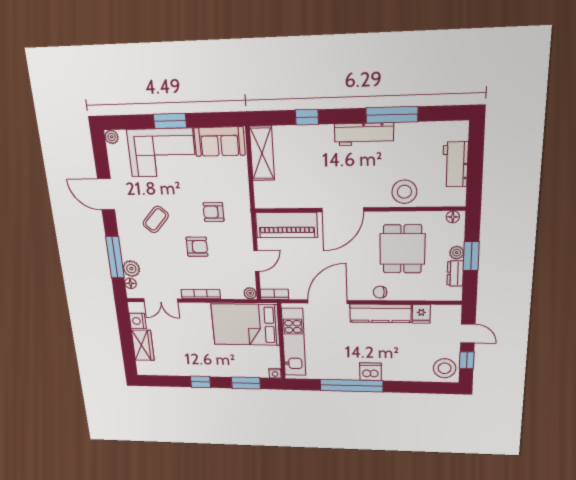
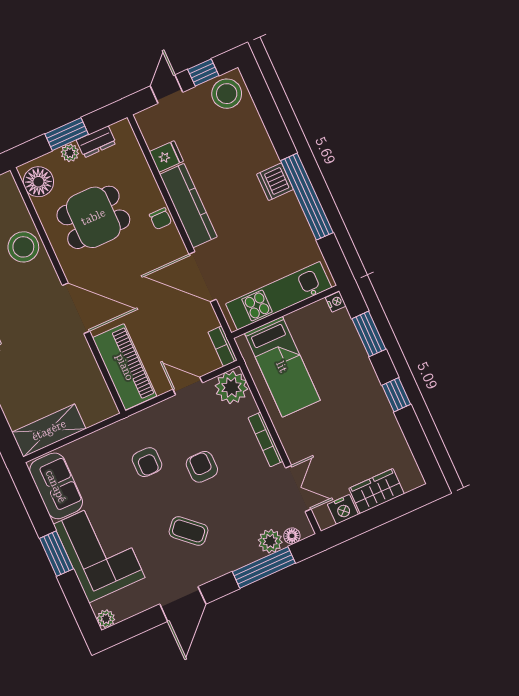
floor lamp: (453, 217) -> (38, 182), width x1.89, depth x1.89
plant: (250, 293) -> (231, 387), width x1.88, depth x1.88
bed: (245, 325) -> (282, 367), width x0.67

